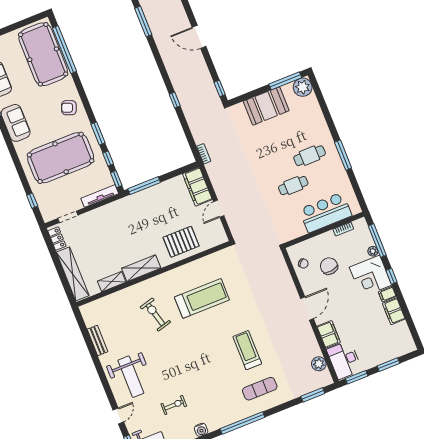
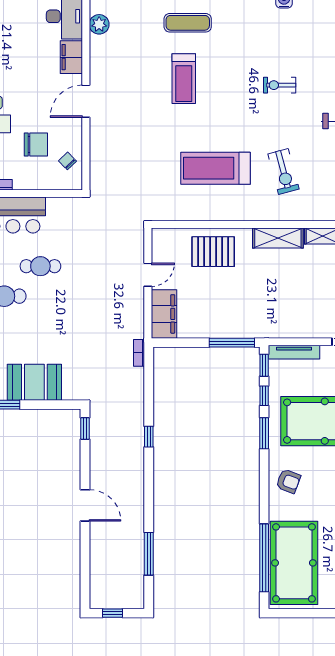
chair: (329, 266) -> (36, 145), turned -82
exercise bike: (174, 405) -> (280, 85), moved

